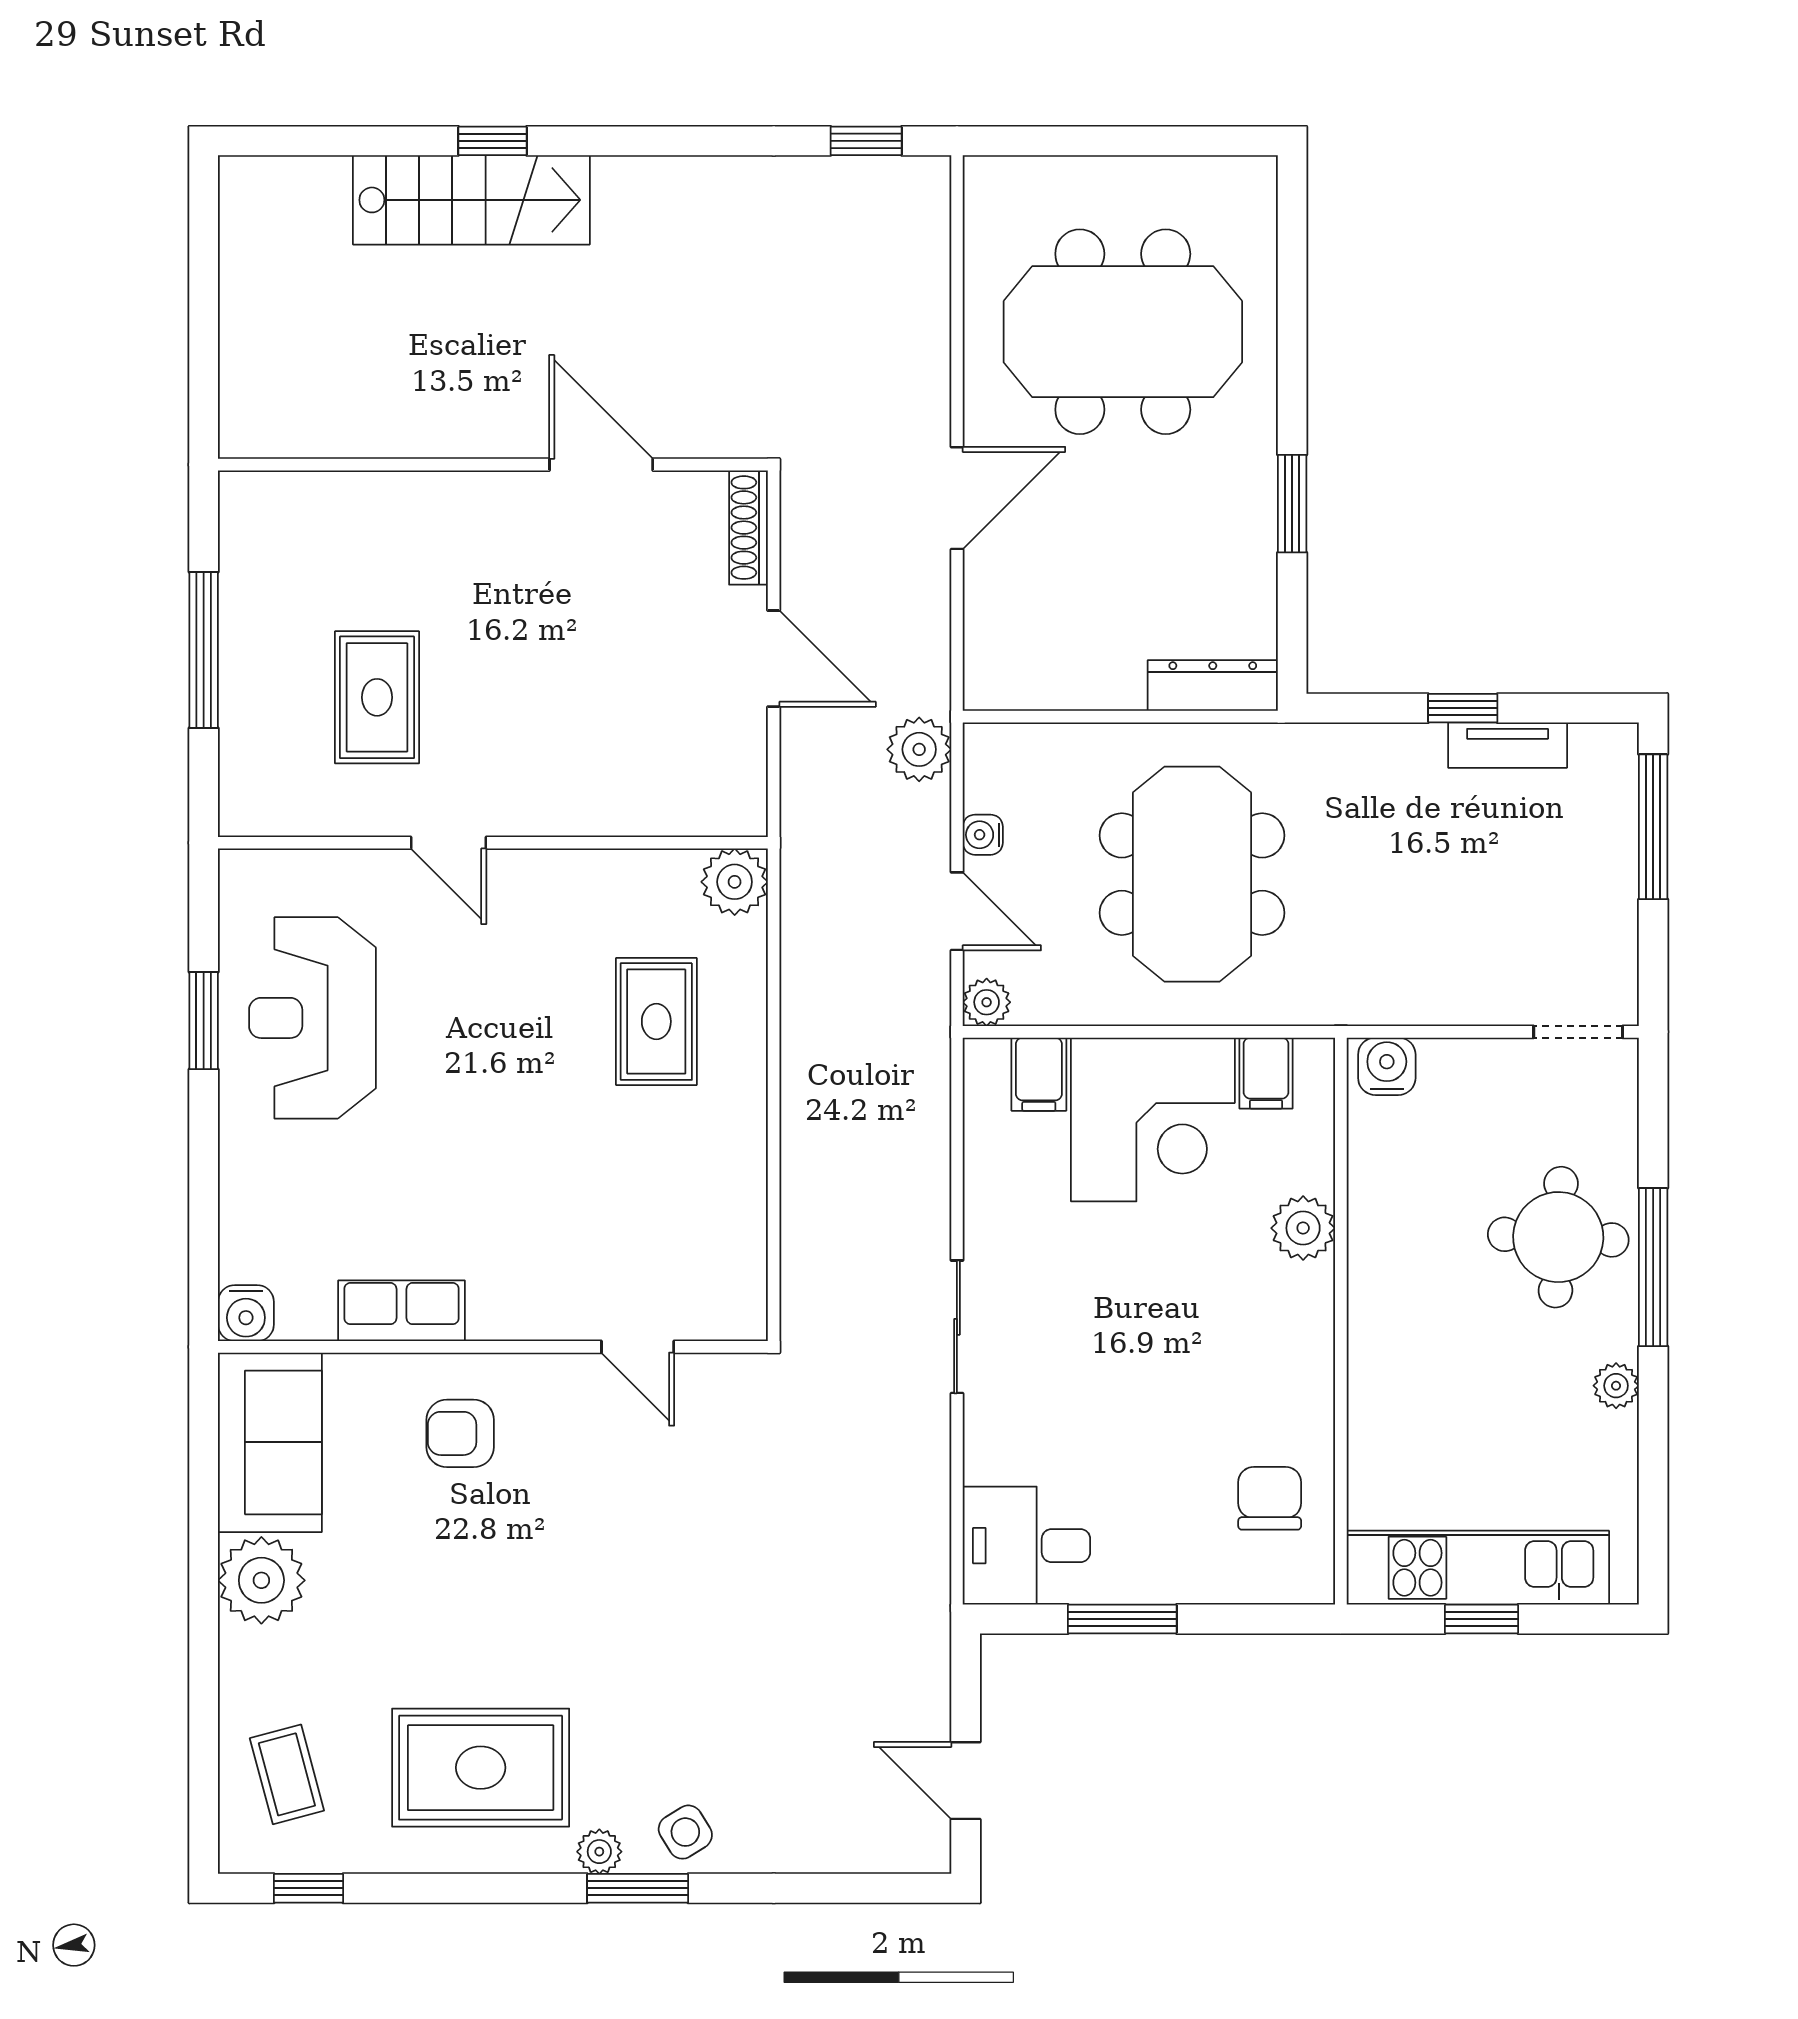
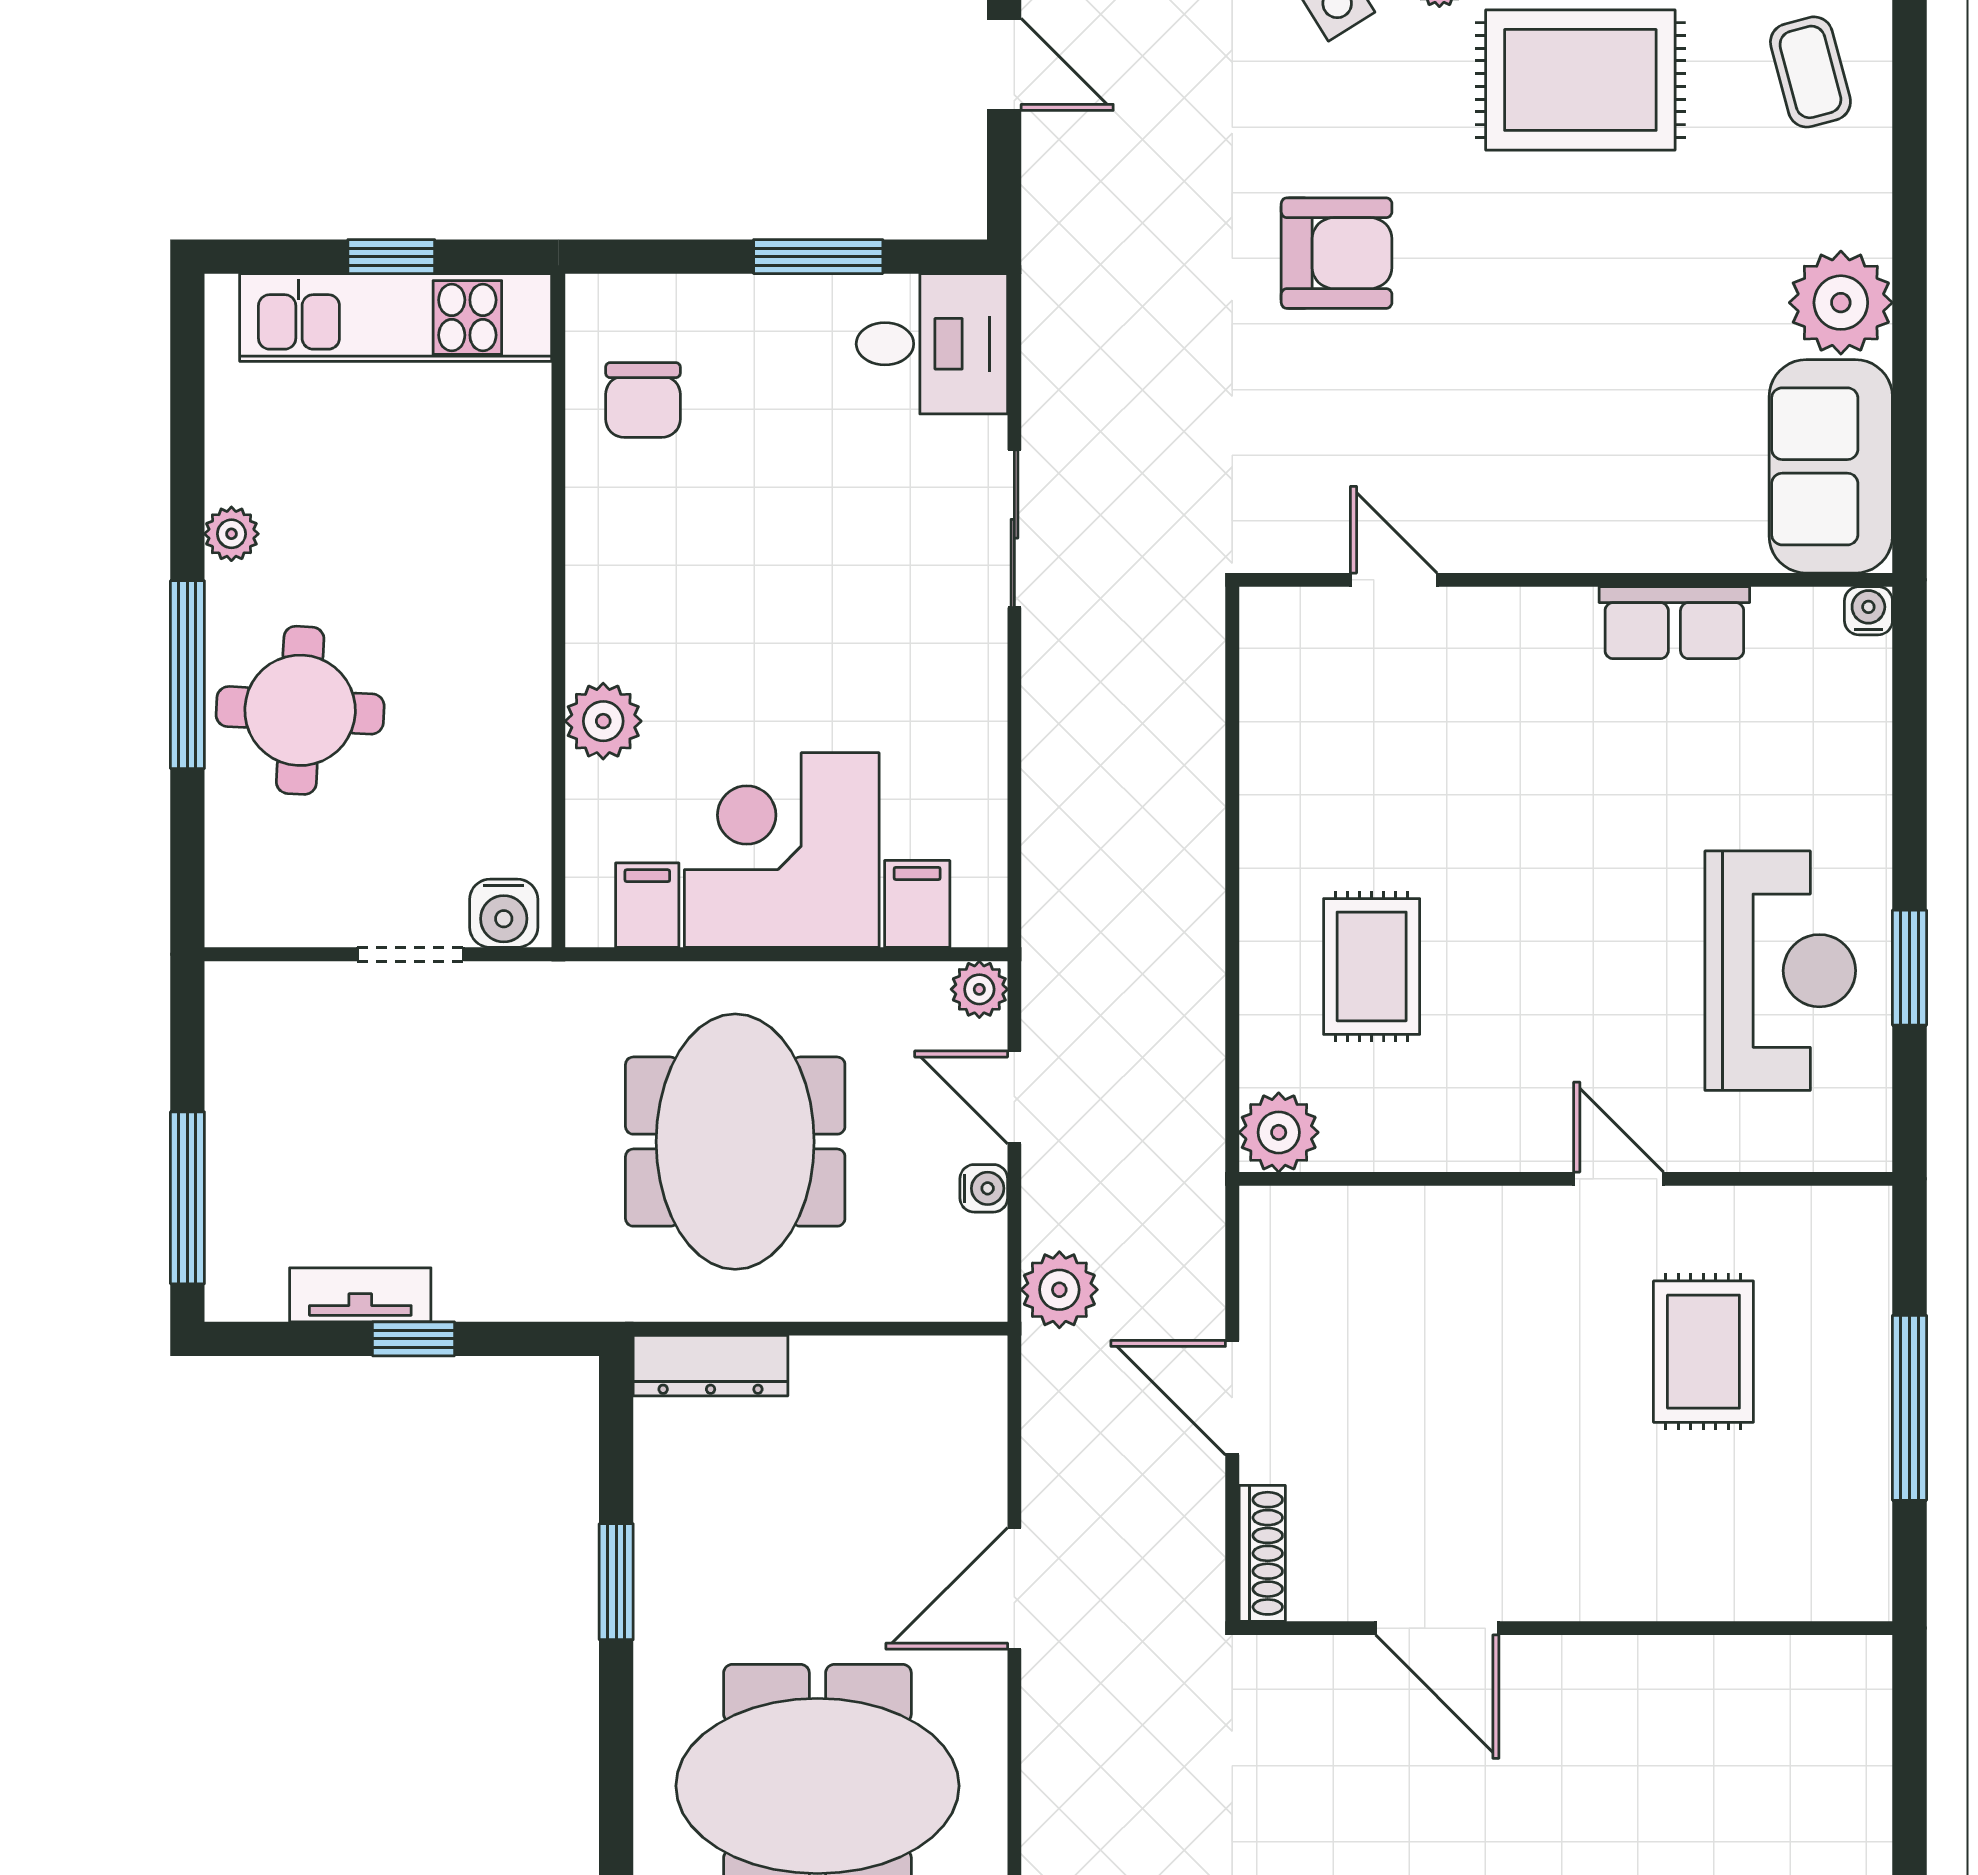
doorway: (1578, 1032) -> (410, 954), moved
water cooler: (246, 1313) -> (1868, 611), width x0.72, depth x0.72
sliding door: (957, 1327) -> (1014, 529), moved
armchair: (460, 1433) -> (1337, 253), moved, width x1.38, depth x1.38

